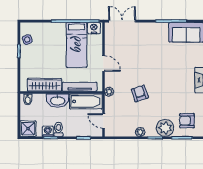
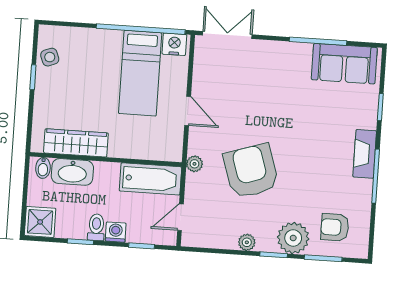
tv unit: (80, 87) -> (141, 151), removed
armchair: (140, 93) -> (251, 171), width x1.88, depth x1.88
washbasin: (58, 101) -> (72, 172), moved
door: (103, 121) -> (180, 217), hinge flipped
washing machine: (48, 131) -> (116, 232), moved

